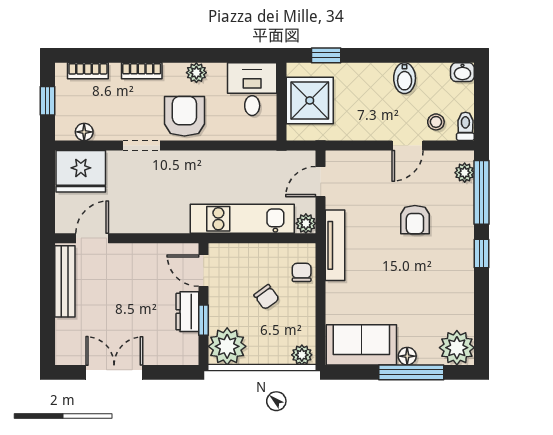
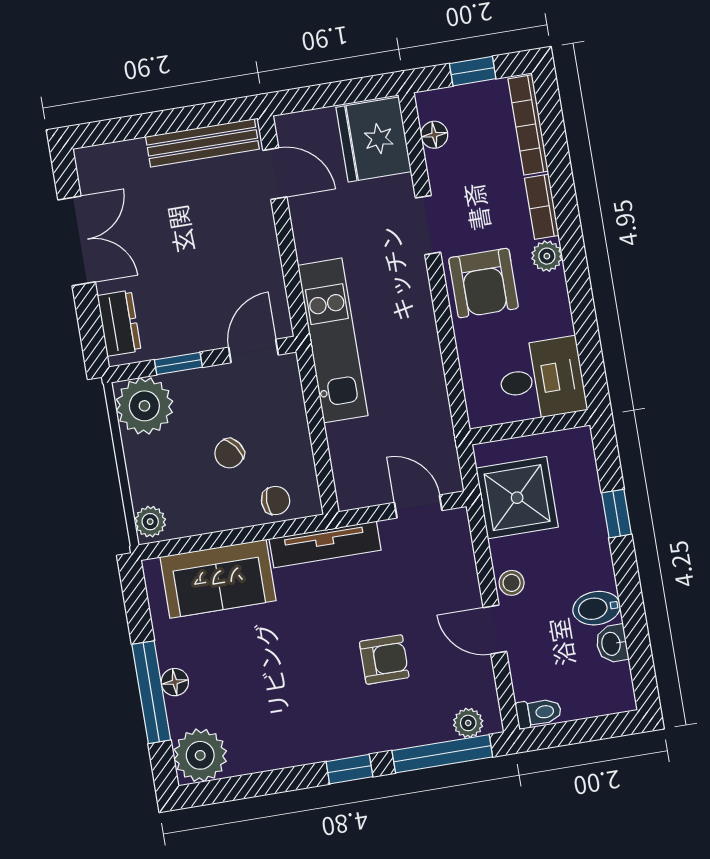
window: (326, 55) -> (617, 514), moved
bookcase: (88, 71) -> (528, 125), width x1.56
washbasin: (462, 72) -> (612, 644), moved
plant: (196, 73) -> (547, 256), moved
shower: (310, 100) -> (517, 498), moved
armchair: (184, 116) -> (483, 283), turned 90
stool: (436, 122) -> (512, 583), moved
kitchen unit: (242, 219) -> (333, 340), moved
armchair: (415, 220) -> (384, 660), turned 180
plant: (306, 223) -> (351, 495), removed
dresser: (187, 312) -> (119, 323), moved, turned 90
sofa: (361, 345) -> (218, 579), moved, turned 90

